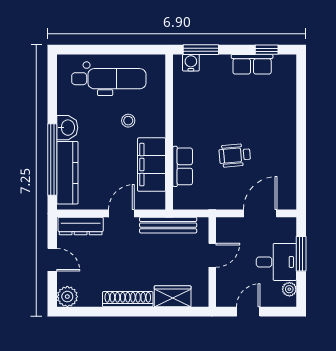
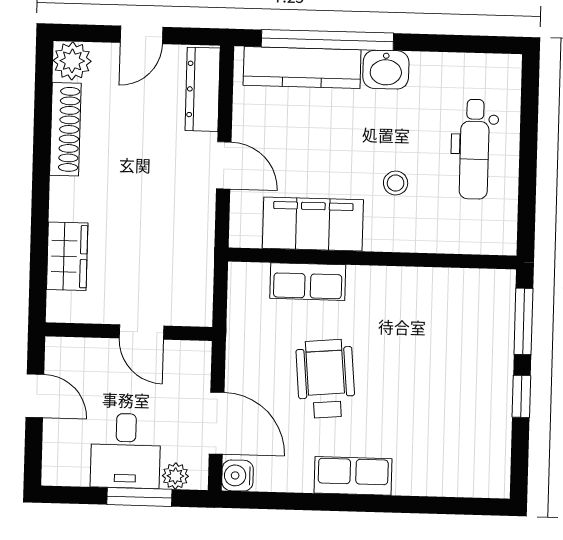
window: (267, 50) -> (521, 396), moved
water cooler: (191, 63) -> (238, 476), moved, turned 180
row of seats: (252, 64) -> (353, 476), moved, turned 90
dental chair: (109, 79) -> (474, 149), width x0.73, depth x0.72
wheelchair: (235, 155) -> (326, 379), width x1.36, depth x1.37
bench: (168, 225) -> (200, 252), removed
plant: (289, 289) -> (175, 476), moved
shoe rack: (128, 299) -> (65, 129), moved

